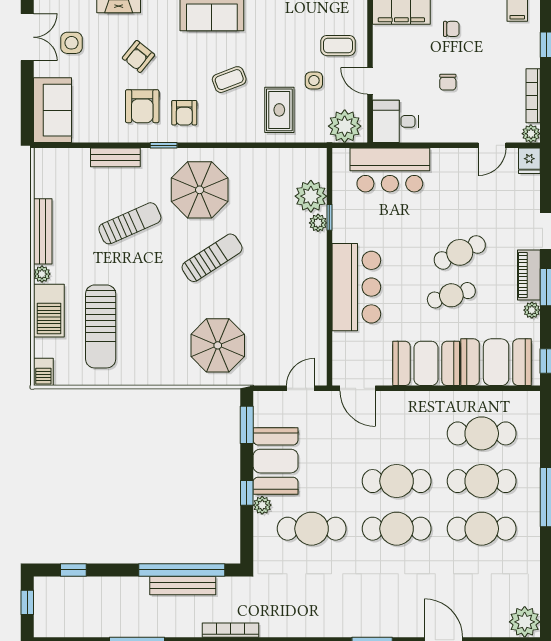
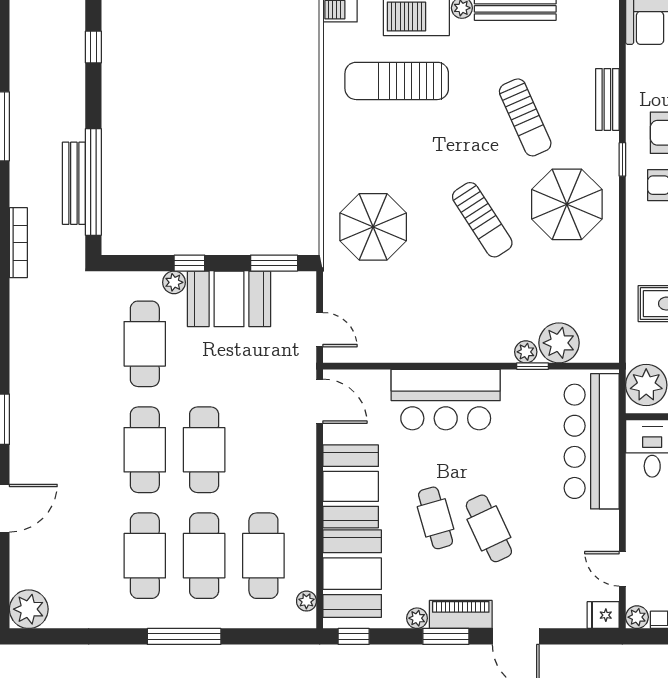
bar counter: (390, 170) -> (592, 441), width x1.36
door: (358, 388) -> (320, 401), swing flipped
plant: (518, 399) -> (306, 601), added

